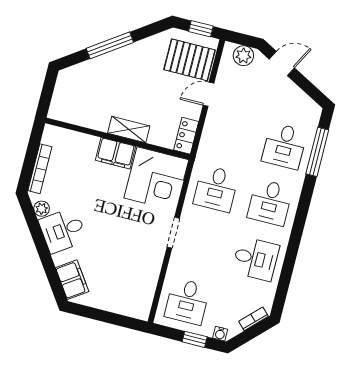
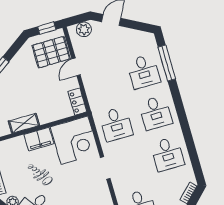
shelving: (129, 130) -> (24, 123), moved
desk: (256, 259) -> (167, 154), turned 90

